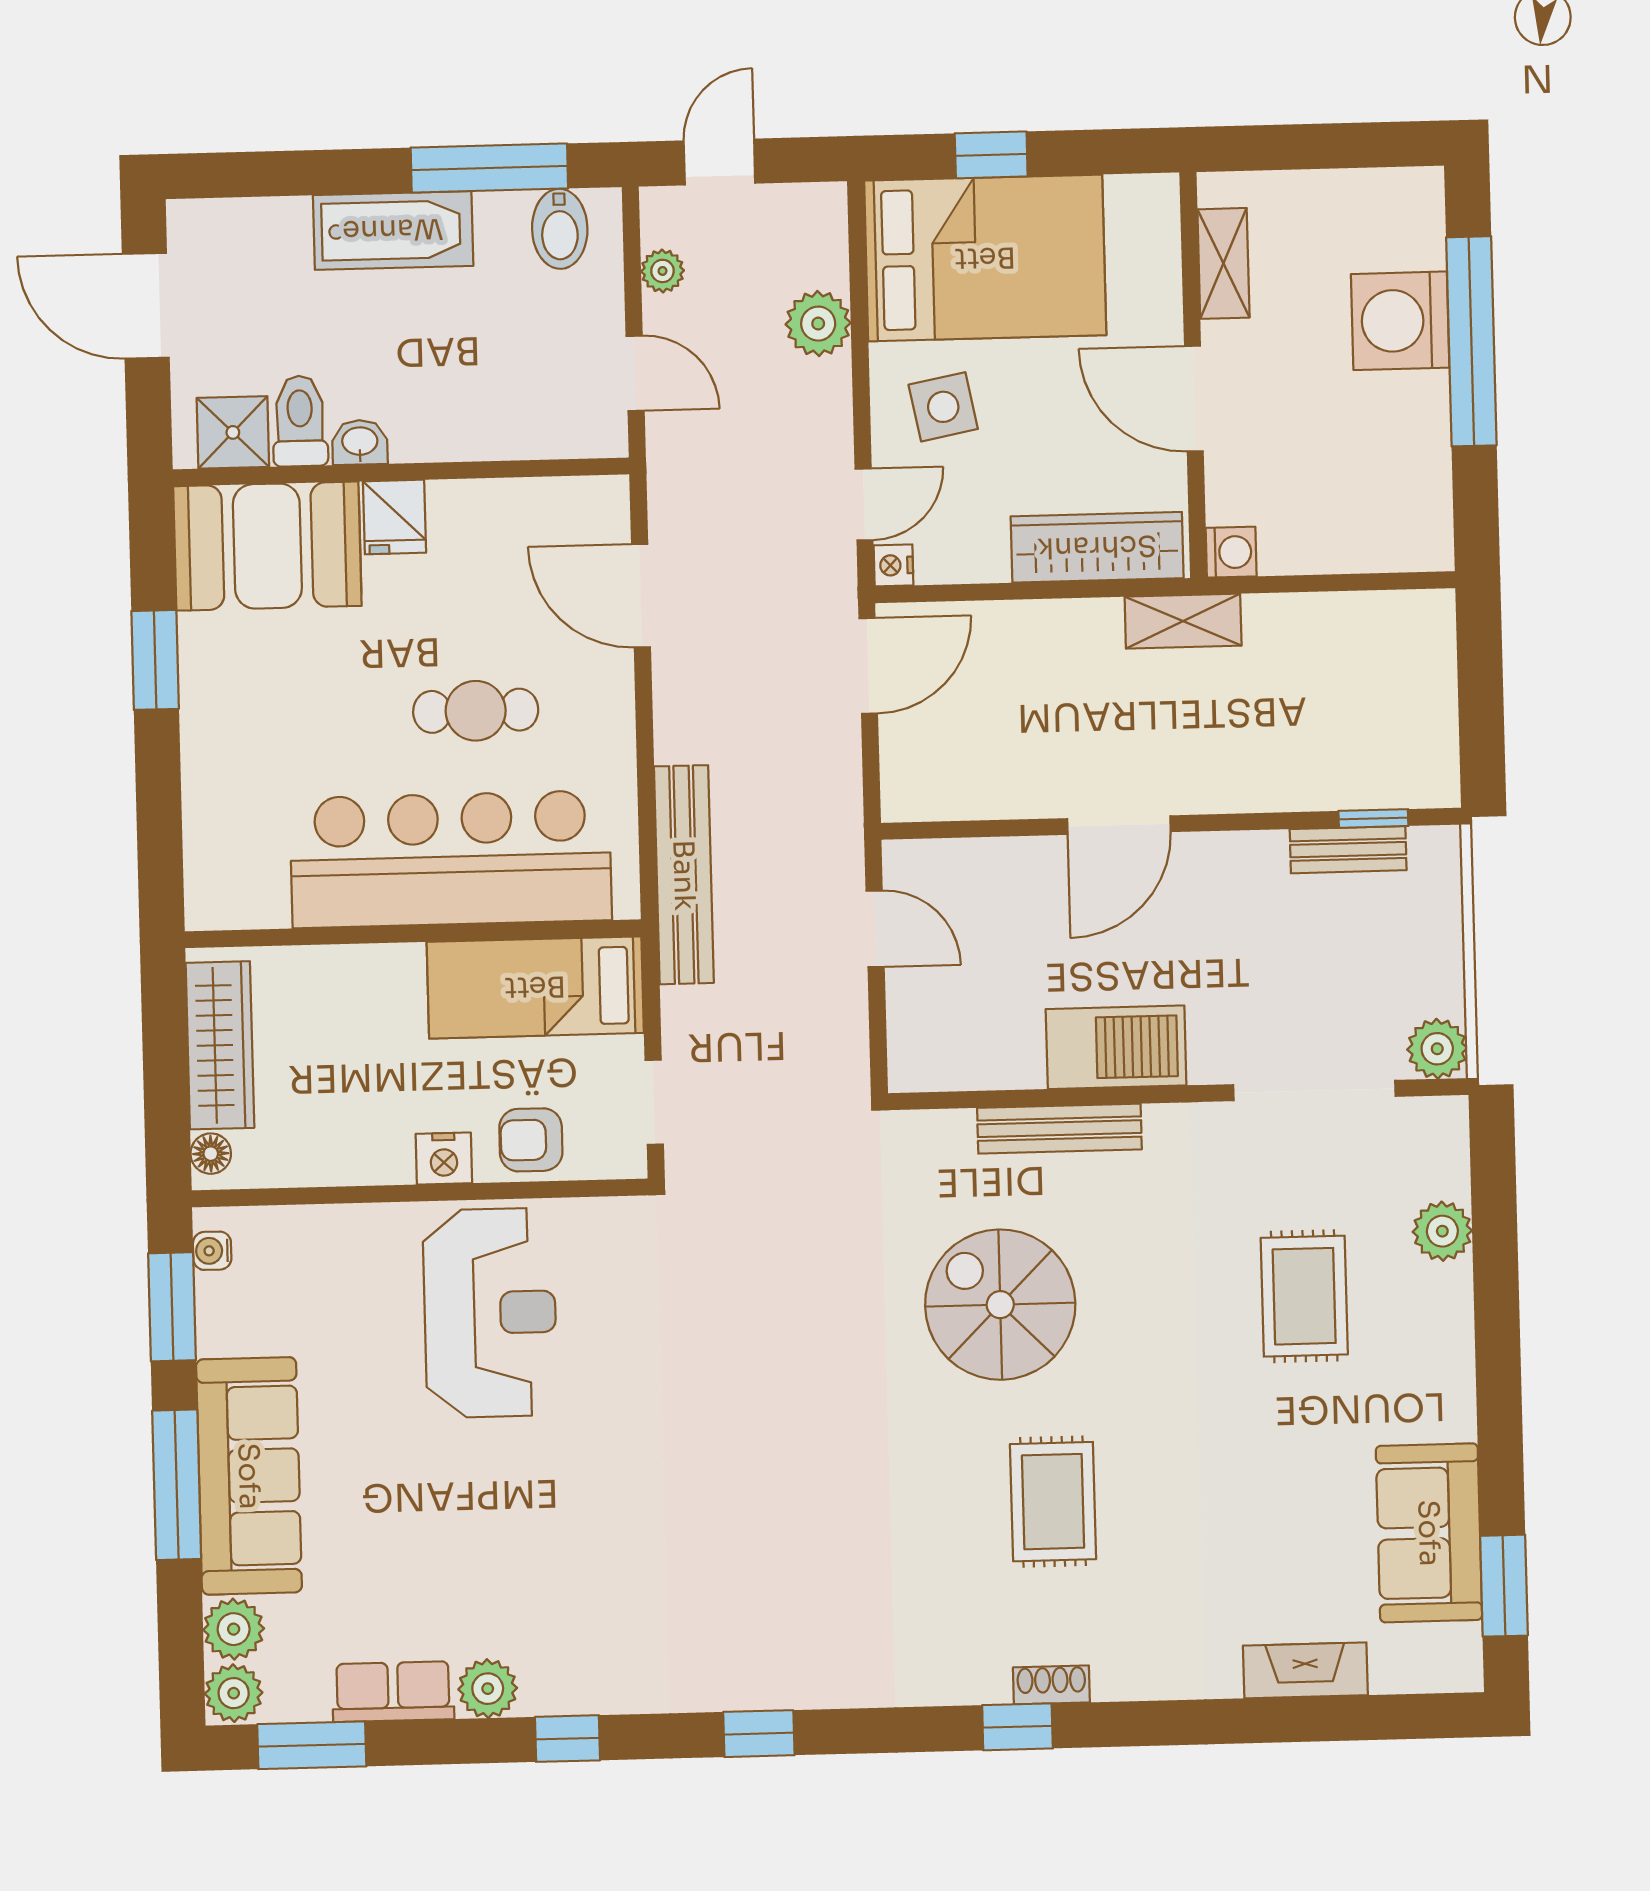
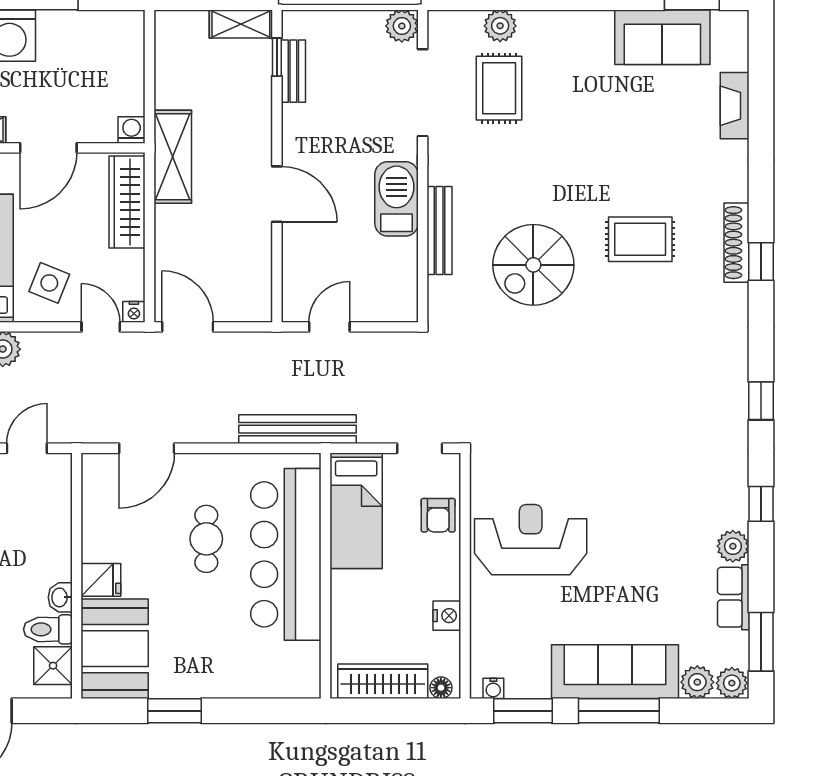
side table: (943, 407) -> (49, 283), turned 33
shelving: (1183, 621) -> (173, 157), width x1.50, depth x1.33
shelving: (1433, 750) -> (241, 24), added
nightstand: (444, 1158) -> (447, 616), moved
rug: (1304, 1296) -> (499, 88), moved, turned 90
shoe rack: (1051, 1685) -> (737, 243), width x1.94, depth x1.24

